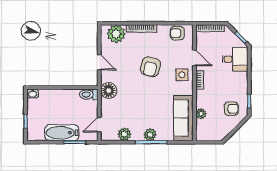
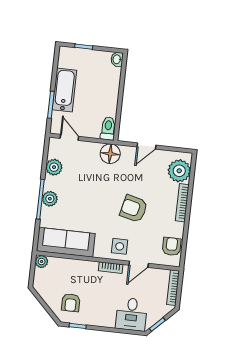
plant: (201, 114) -> (42, 262), moved

